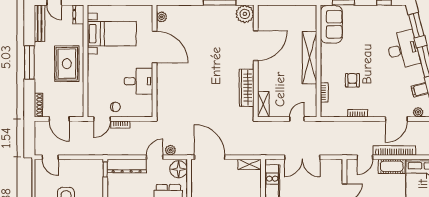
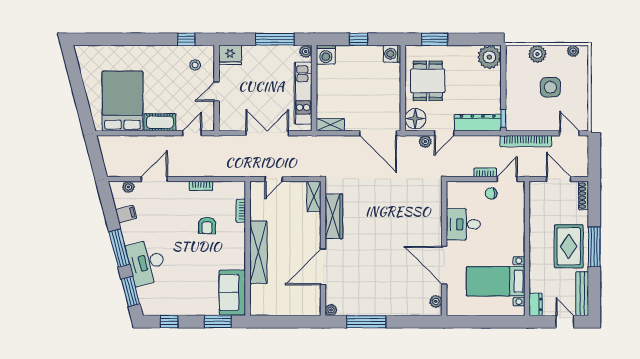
plant: (245, 14) -> (331, 310), width x0.53, depth x0.53
rug: (67, 64) -> (569, 246), moved
bookcase: (394, 150) -> (526, 141), moved

